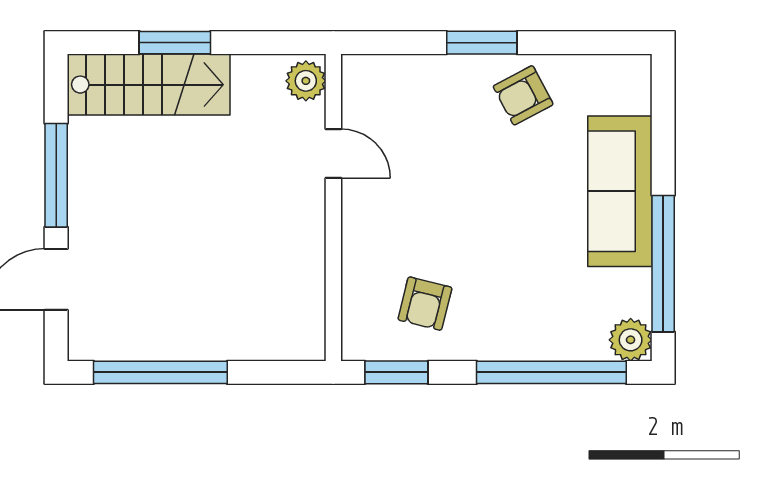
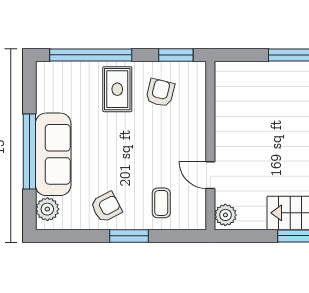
coffee table: (423, 103) -> (161, 203), added
window: (663, 264) -> (29, 152), moved
rug: (503, 310) -> (117, 89), added
plant: (631, 340) -> (47, 209), moved

